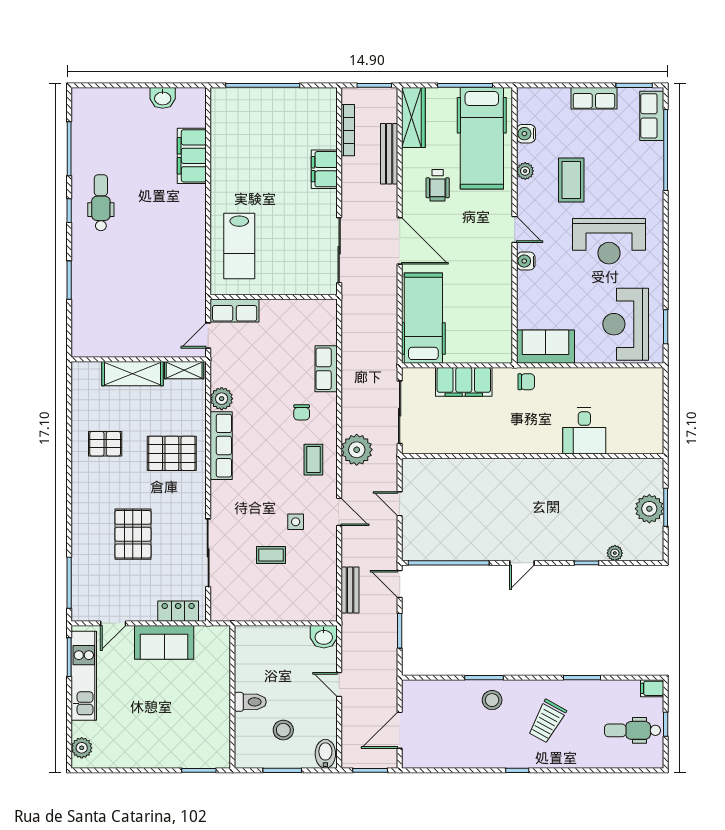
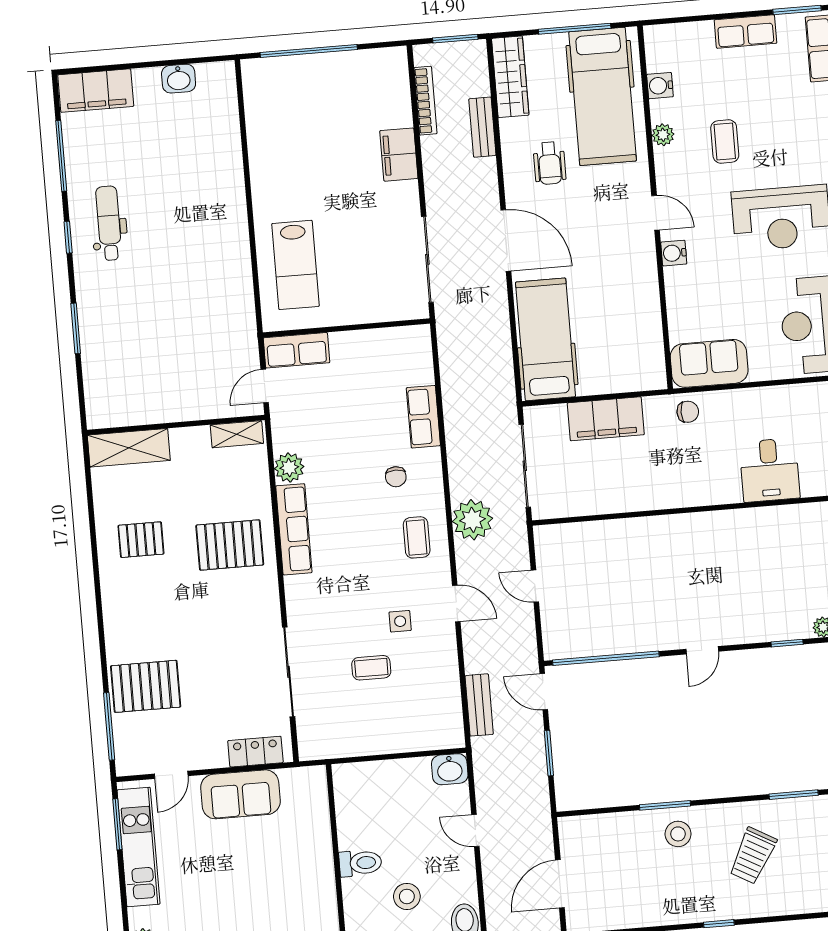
bench: (389, 154) -> (482, 127), width x0.73
filing cabinet: (192, 156) -> (96, 91), moved, turned -90
coffee table: (571, 180) -> (725, 141), width x0.73, depth x0.77
shelving: (133, 374) -> (129, 448), moved
pallet: (133, 534) -> (146, 686), moved, turned 90

